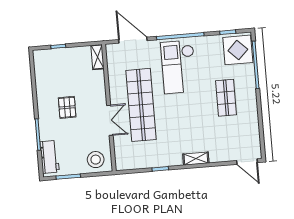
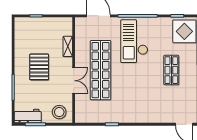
shelving: (97, 57) -> (68, 46), moved
pallet: (67, 107) -> (39, 67), width x1.50, depth x1.42
workbench: (50, 157) -> (28, 116), moved, turned -90
shelving: (196, 159) -> (142, 118), removed

